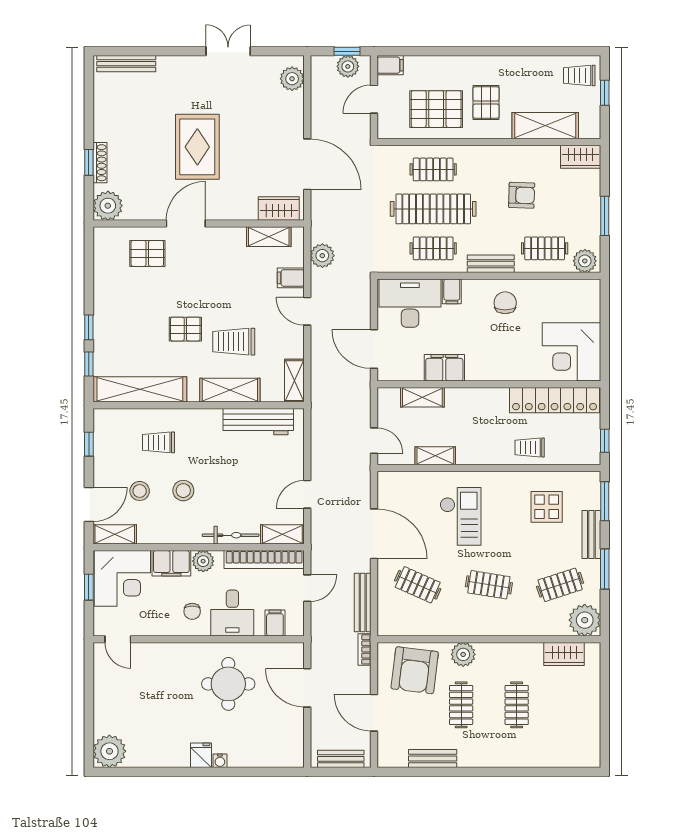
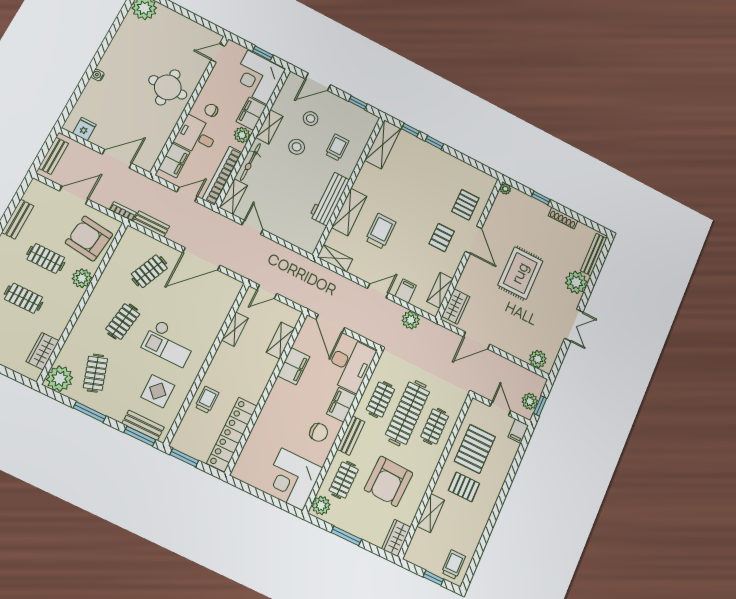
plant: (173, 71) -> (576, 282), added
shelving: (545, 126) -> (431, 513), width x0.67, depth x0.75
rug: (197, 147) -> (520, 273), turned 90
shoe rack: (100, 163) -> (563, 218), moved
door: (307, 164) -> (477, 341), width x0.73
armchair: (522, 195) -> (389, 481), width x1.88, depth x1.88
plant: (108, 206) -> (505, 189), width x0.53, depth x0.53
filing cabinet: (452, 291) -> (341, 405), width x2.00
pallet: (185, 329) -> (442, 238), moved
door: (374, 349) -> (330, 323), swing flipped
corner desk: (571, 352) -> (292, 479), moved, turned -90
shelving: (140, 389) -> (383, 144), width x0.68
workbench: (258, 422) -> (329, 198), moved
window: (605, 441) -> (184, 458), width x1.50
door: (89, 504) -> (318, 82), hinge flipped
checkout: (461, 516) -> (169, 343), moved
shelving: (115, 534) -> (269, 127), moved
bench: (591, 534) -> (143, 425), moved
door: (307, 588) -> (187, 194), swing flipped
bench: (363, 602) -> (151, 224), width x0.73
filing cabinet: (275, 623) -> (174, 160), width x2.00
round table: (228, 684) -> (168, 87), moved
fridge: (201, 755) -> (84, 129), moved, turned -90

